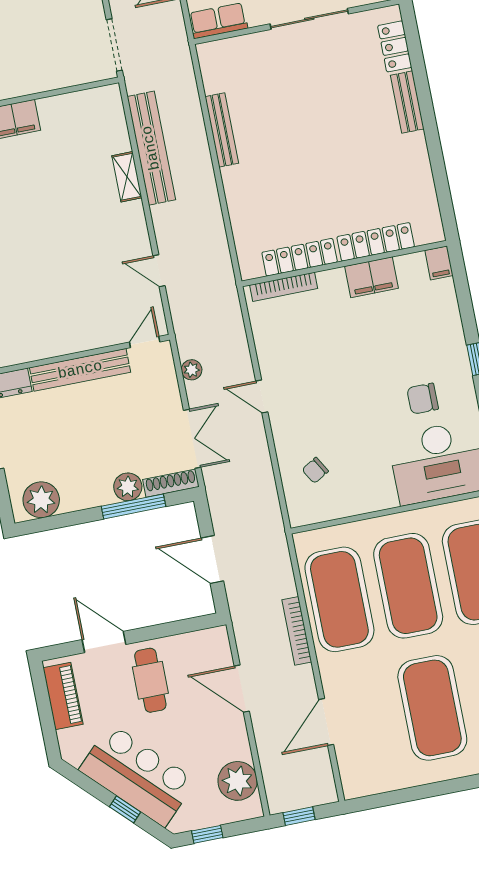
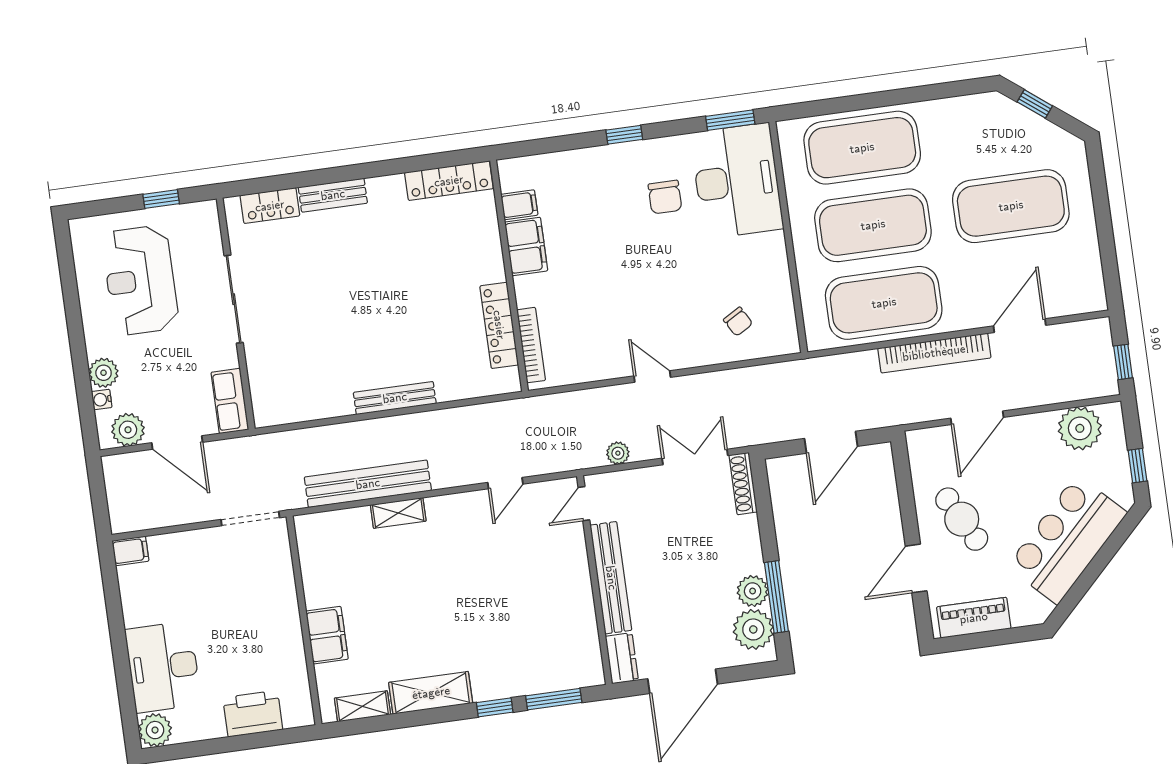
bench: (222, 130) -> (395, 398), moved
locker: (376, 242) -> (449, 181), moved, turned -90
filing cabinet: (439, 263) -> (519, 205), moved
door: (145, 342) -> (584, 504), hinge flipped
door: (262, 397) -> (652, 377), swing flipped
plant: (128, 487) -> (753, 591), moved
window: (133, 506) -> (776, 597), moved
bookcase: (297, 631) -> (934, 353), width x1.48, depth x1.31
cafe table: (150, 680) -> (962, 519), turned 62
door: (326, 722) -> (1020, 326), swing flipped
window: (125, 809) -> (1104, 556), removed

